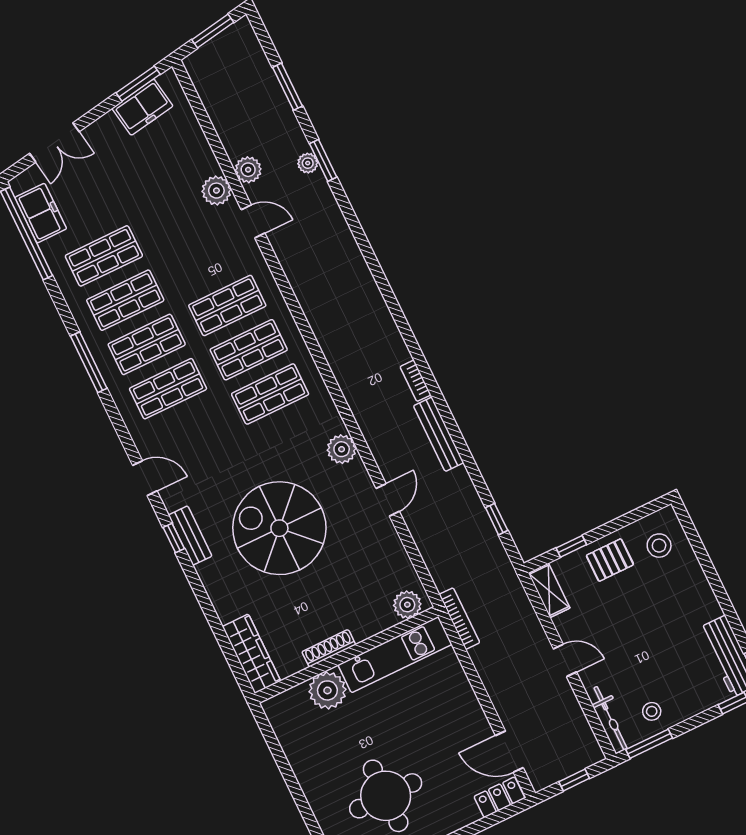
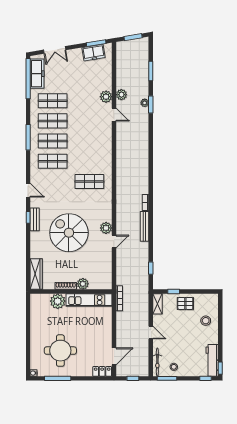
freezer: (41, 213) -> (37, 74), width x1.40
shop shelf: (227, 305) -> (89, 141), removed
shop shelf: (249, 350) -> (89, 161), removed
plant: (342, 449) -> (106, 228), moved
stool: (659, 546) -> (206, 321), moved
plant: (407, 605) -> (83, 284), moved
door: (509, 752) -> (114, 356), swing flipped

